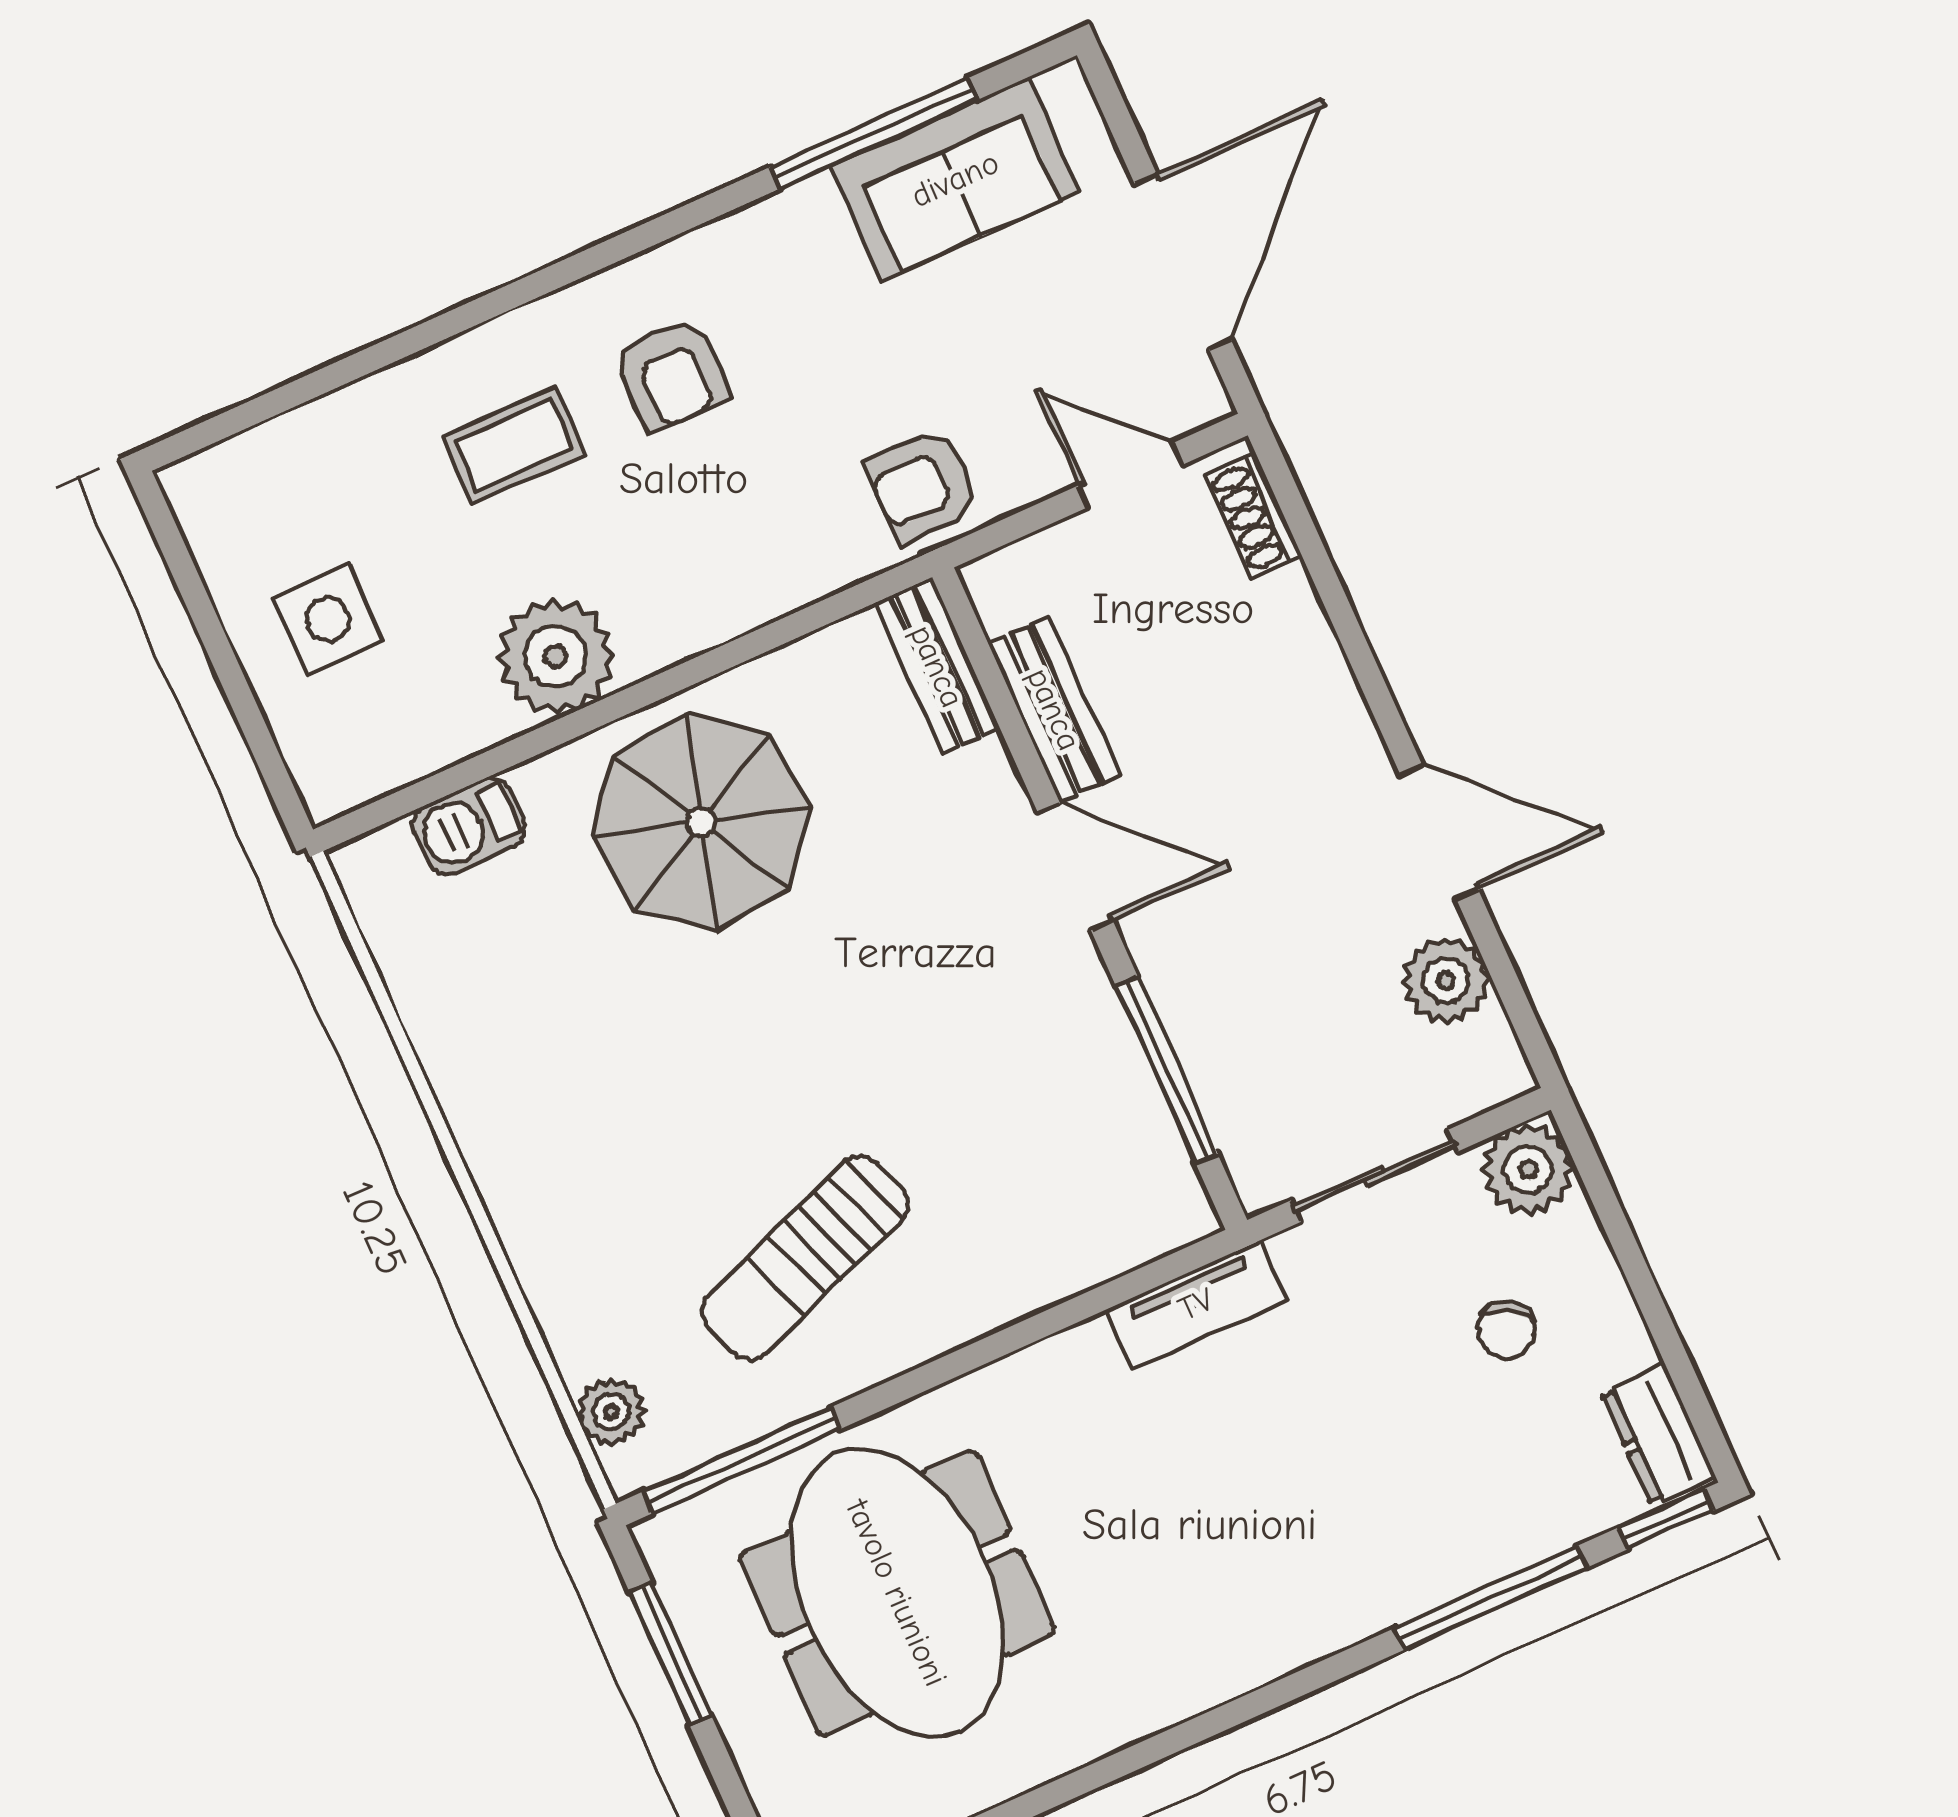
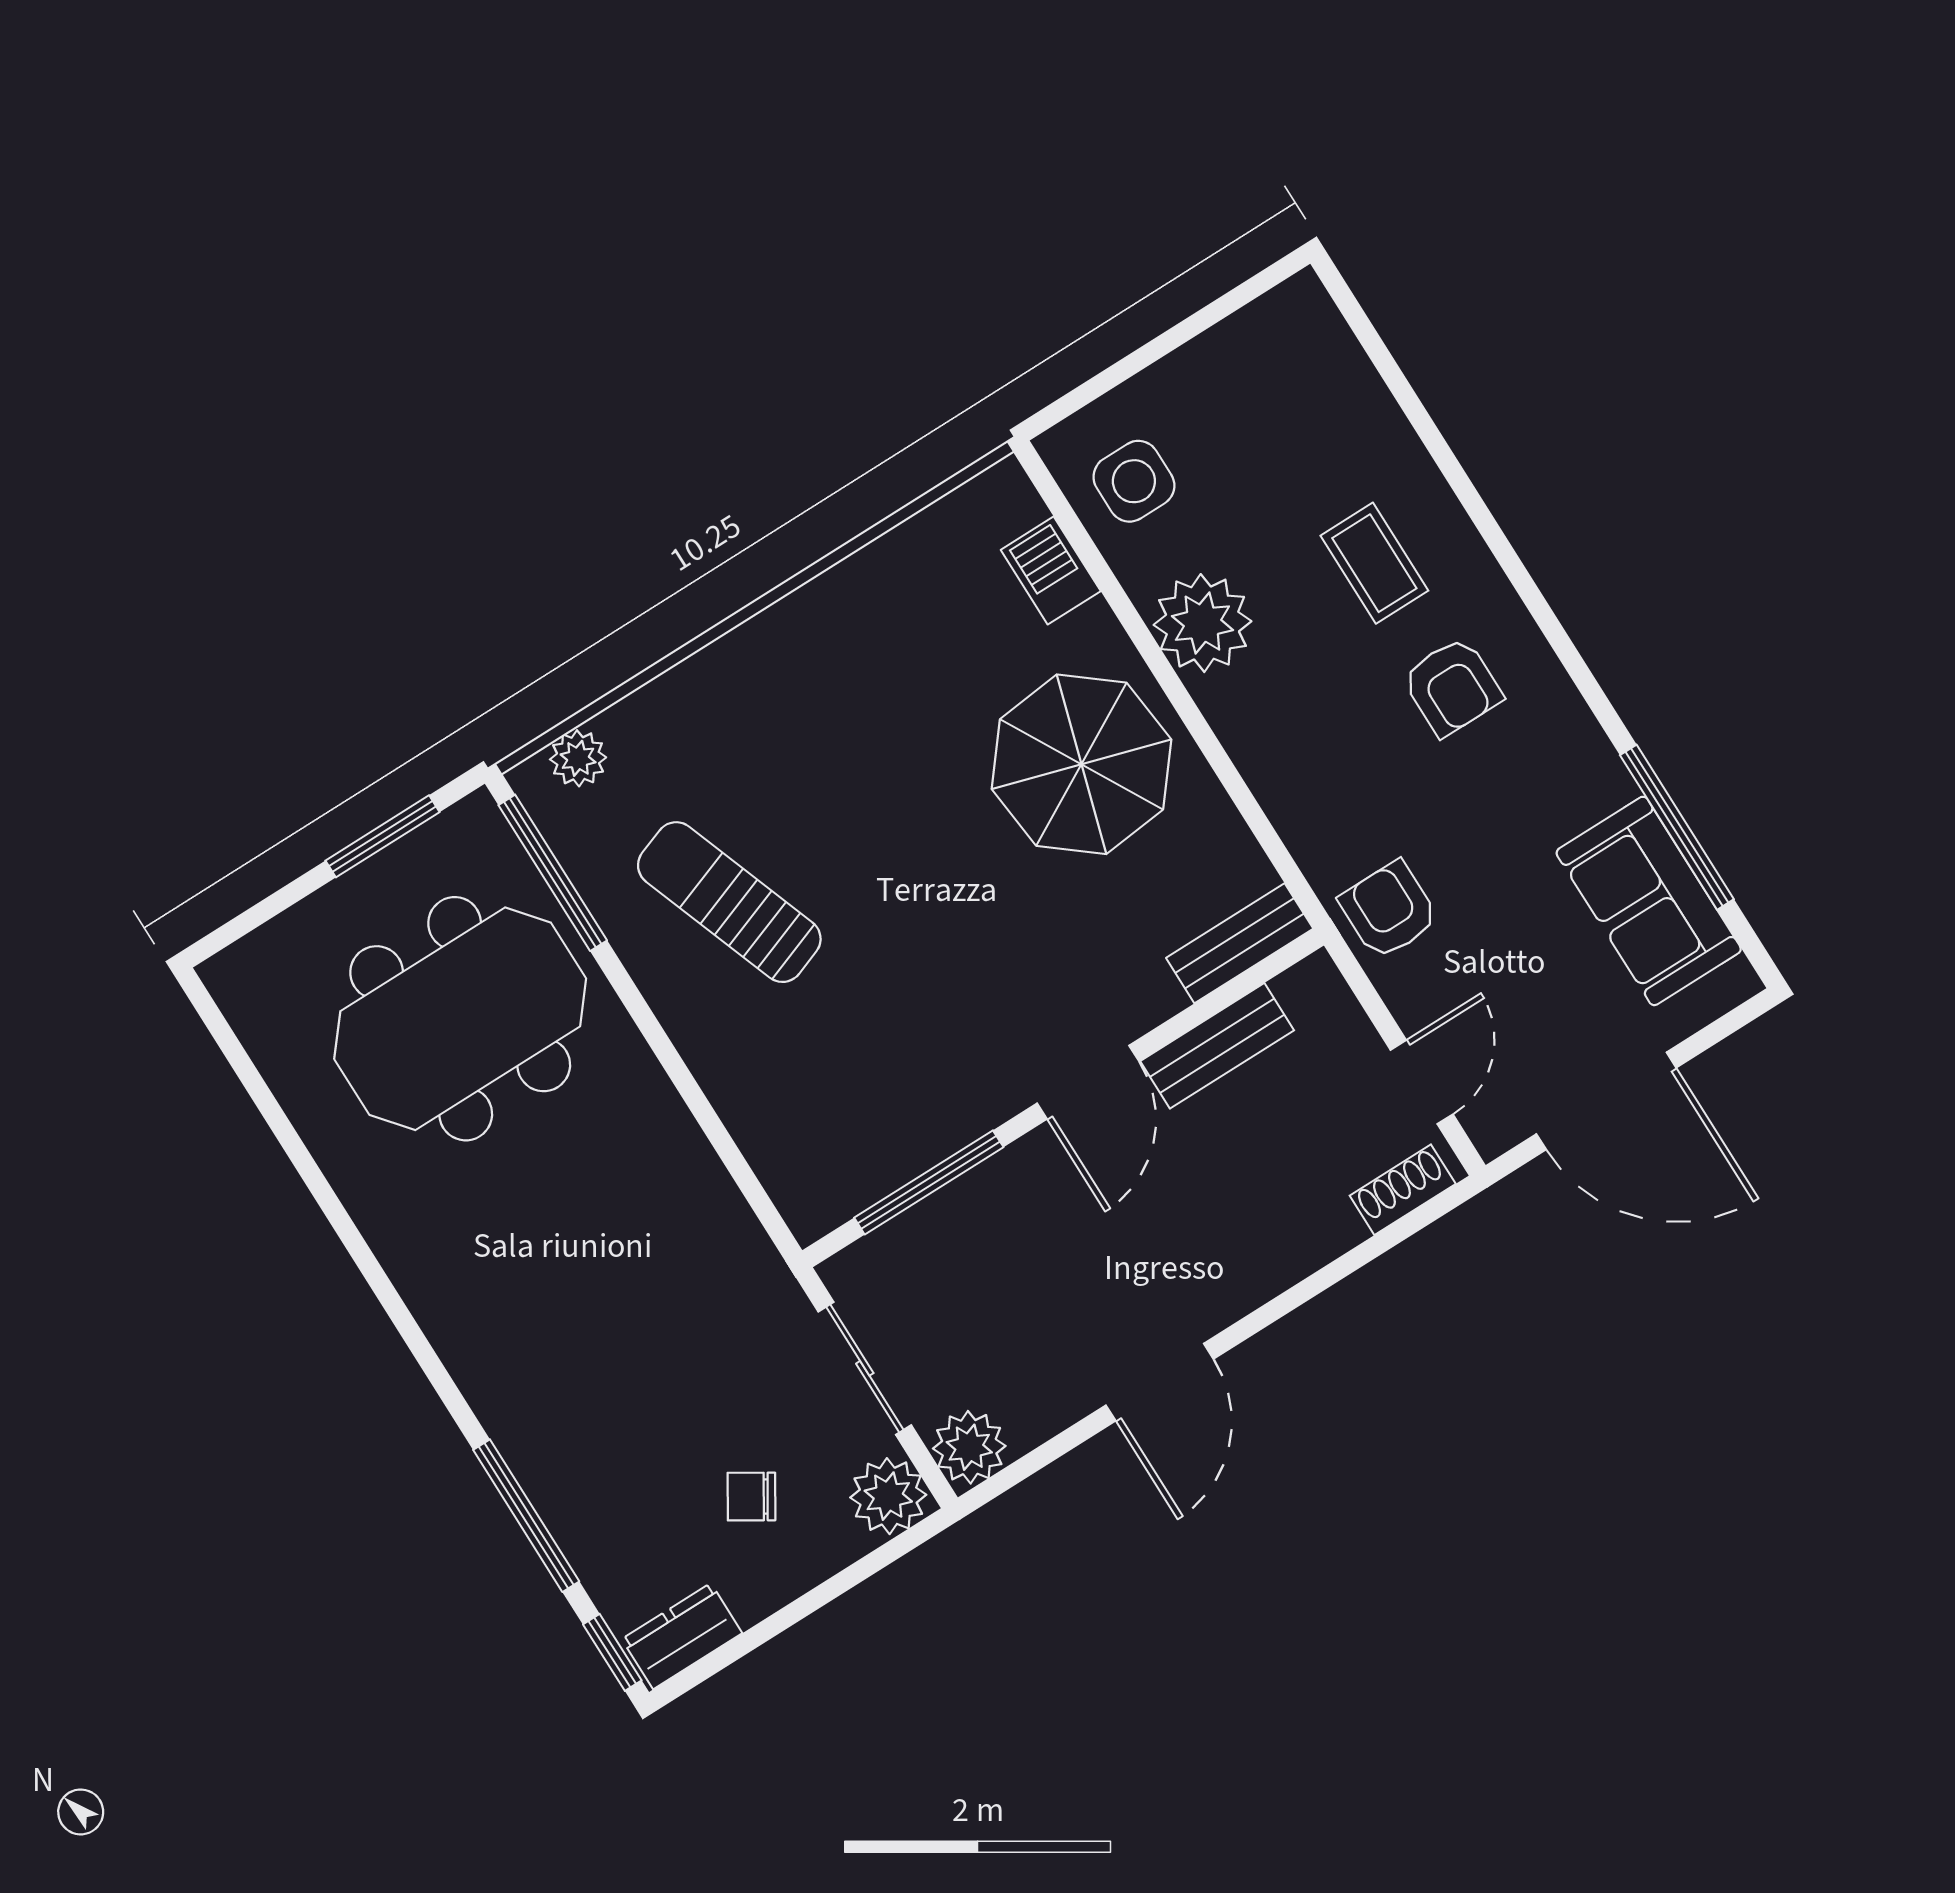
armchair: (671, 374) -> (1452, 687), turned -90
side table: (328, 619) -> (1134, 481), moved
plant: (1446, 980) -> (969, 1447), moved
tv unit: (1196, 1304) -> (736, 1234), removed

